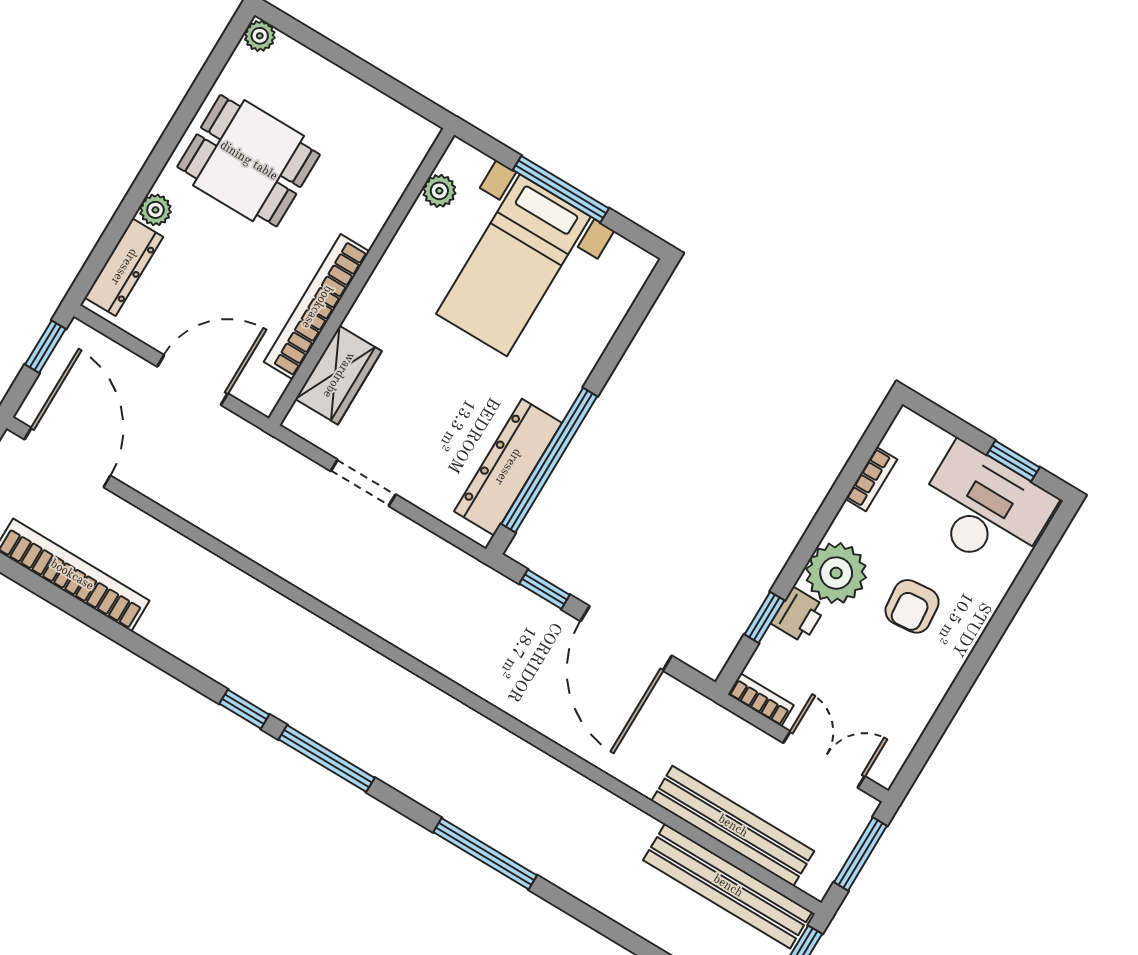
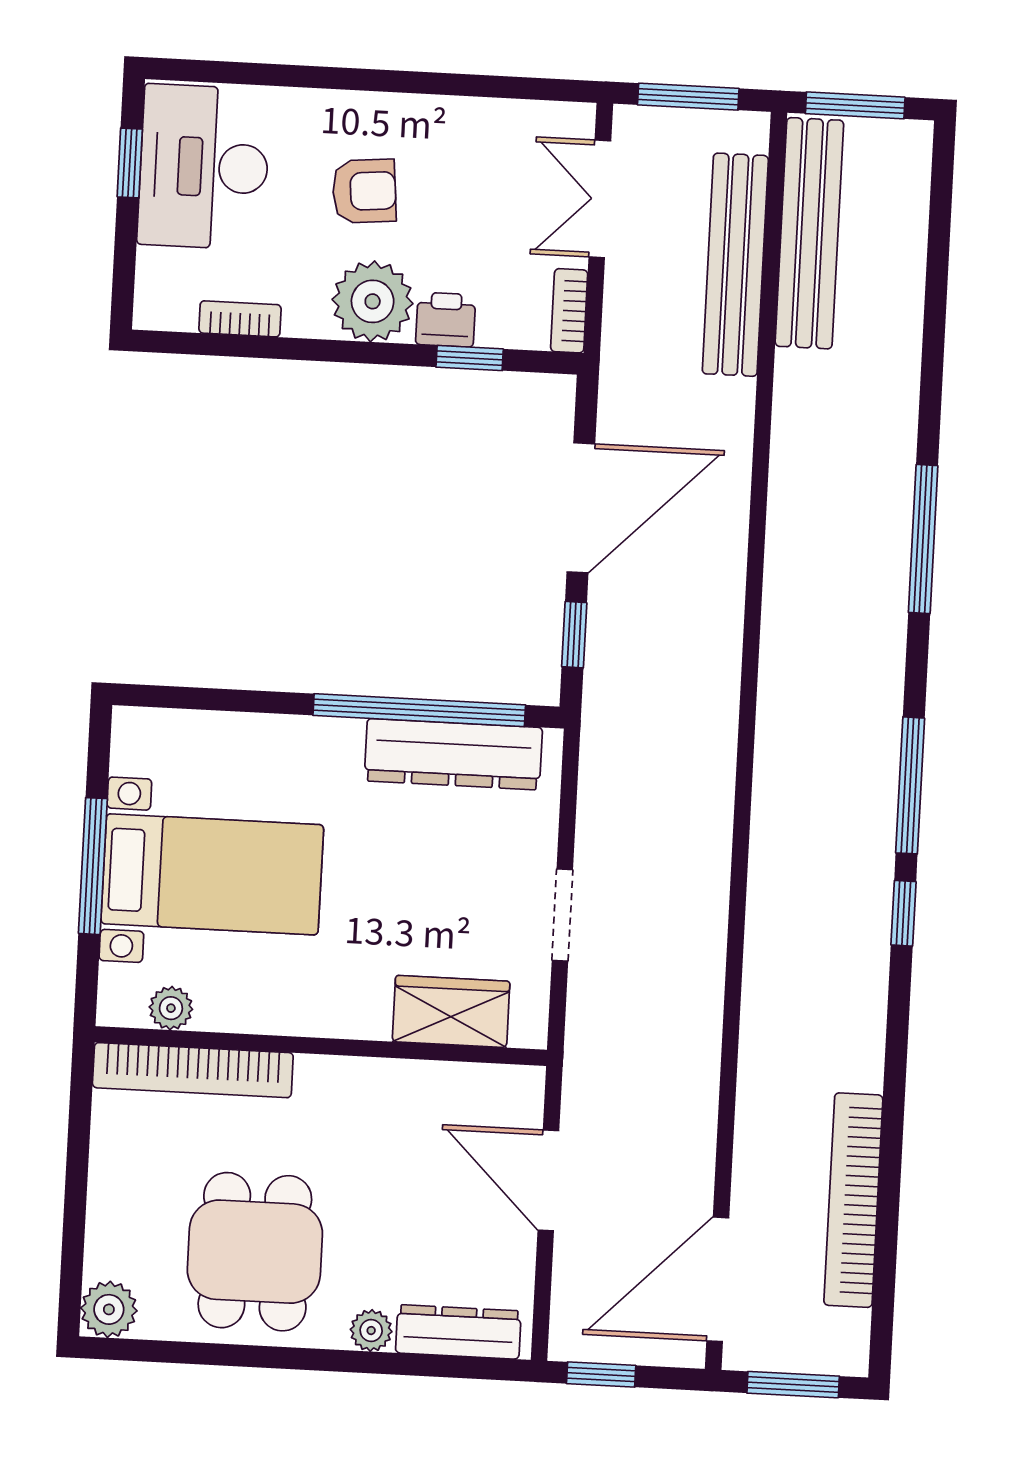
plant: (260, 36) -> (109, 1309), width x1.38, depth x1.38
bookcase: (317, 307) -> (193, 1070), moved

